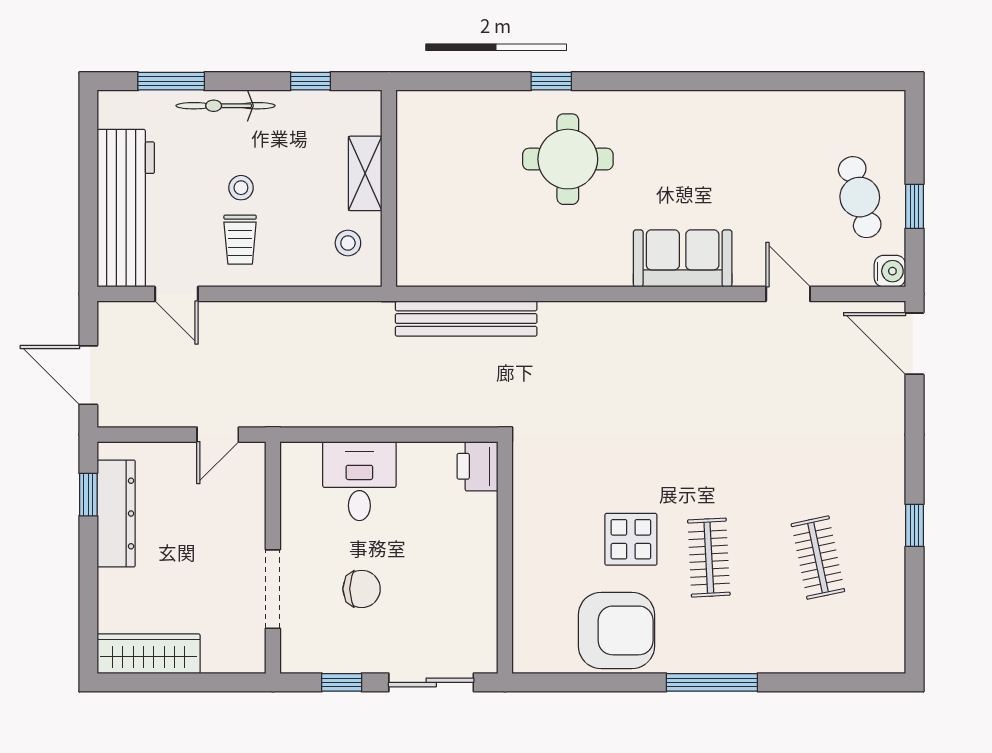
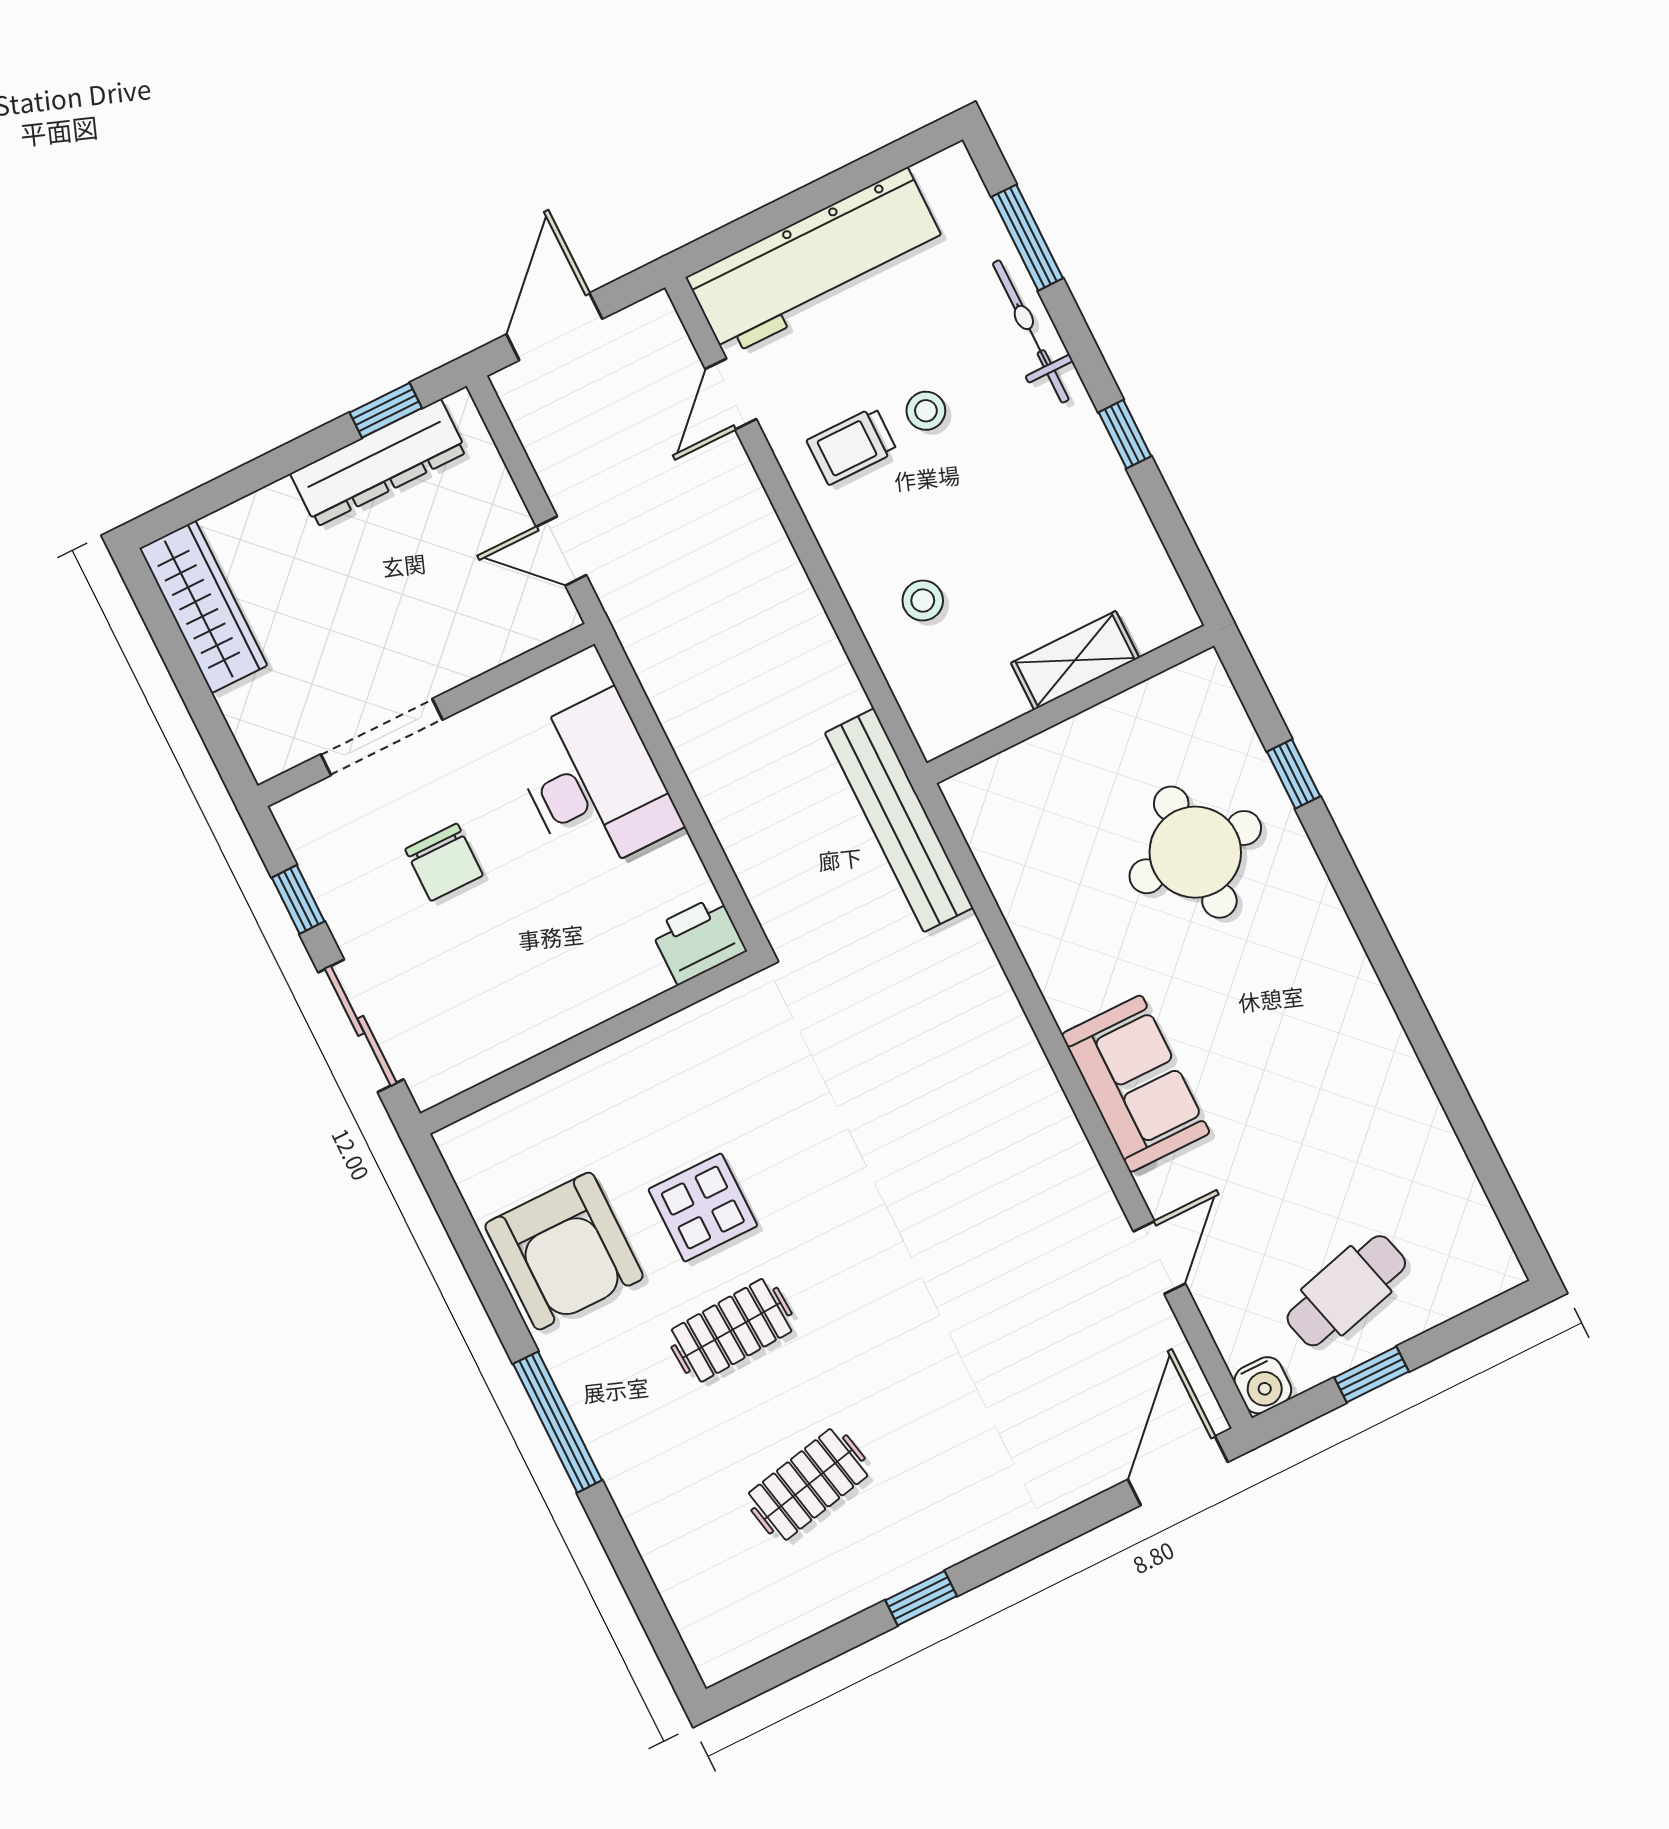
shelving: (365, 173) -> (1075, 660), moved
wall: (389, 188) -> (1070, 704), moved
desk: (359, 481) -> (595, 783), width x1.37

